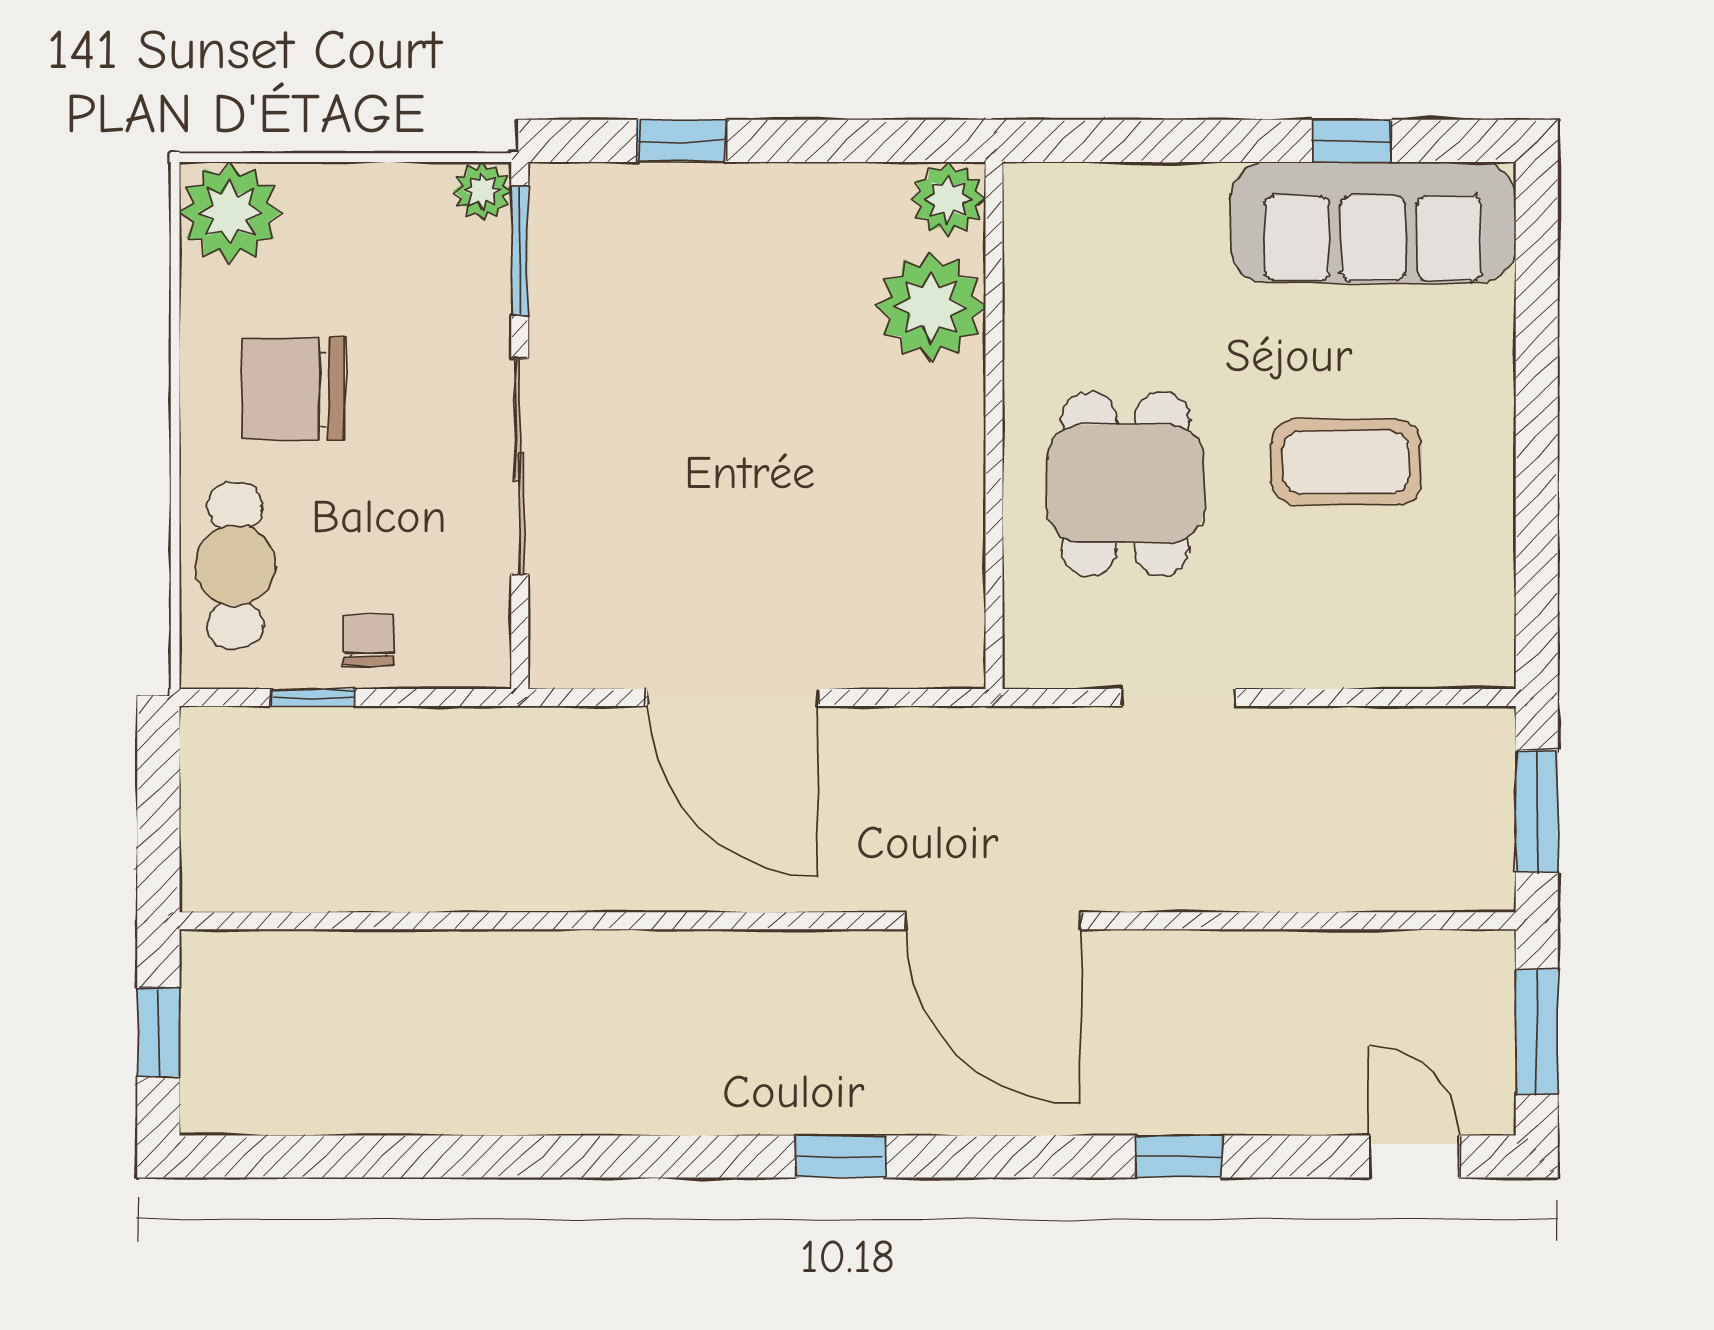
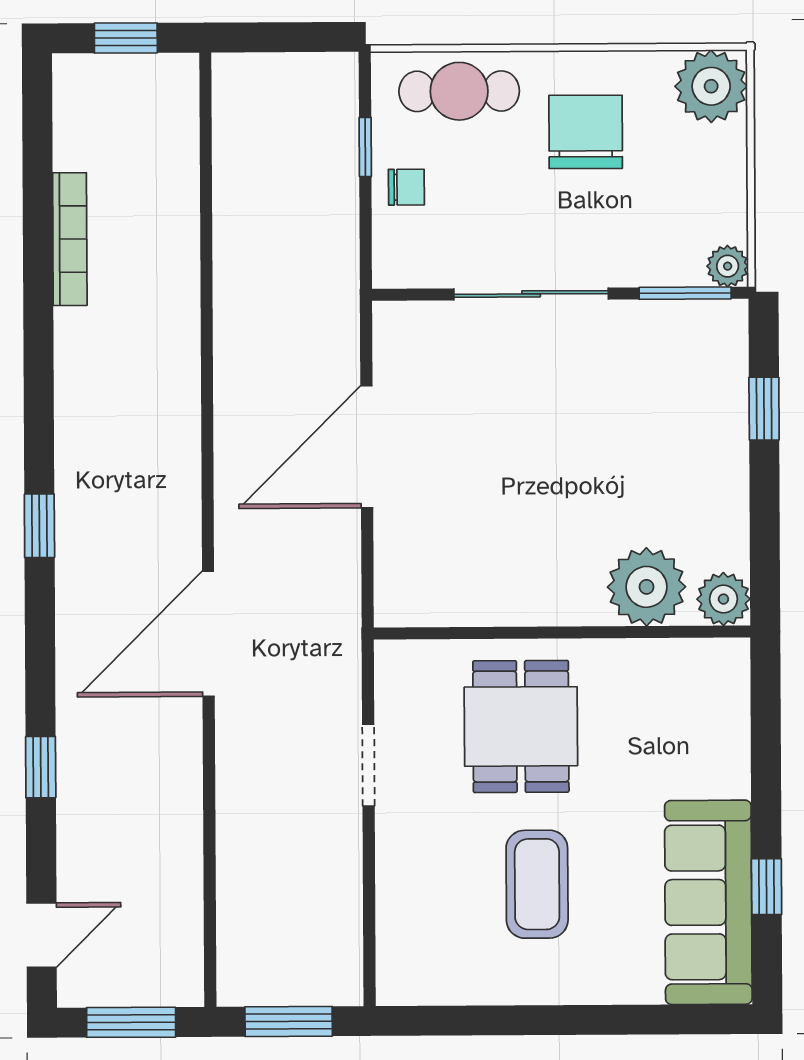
dining table: (1125, 484) -> (521, 726), turned 90
bookcase: (439, 1112) -> (70, 239), added

